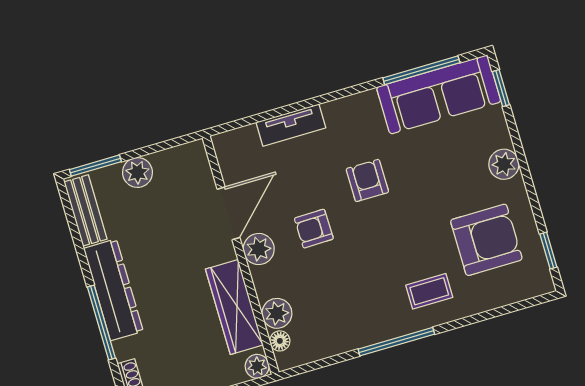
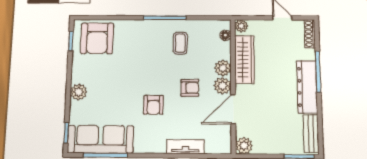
plant: (137, 172) -> (244, 146), moved
armchair: (486, 240) -> (97, 38), moved, turned -90
coffee table: (429, 291) -> (180, 43), moved, turned 90
plant: (277, 313) -> (223, 68), moved

